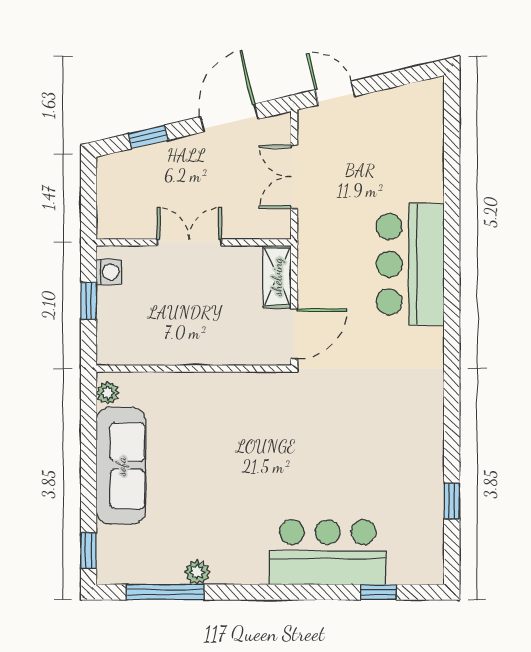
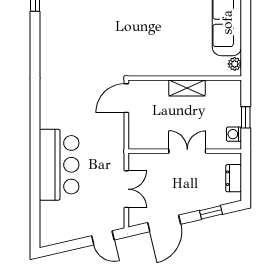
dresser: (109, 196) -> (234, 178), added
double door: (189, 242) -> (187, 151), swing flipped
bar counter: (410, 264) -> (59, 165), moved
shelving: (277, 277) -> (187, 88), moved, turned 90

